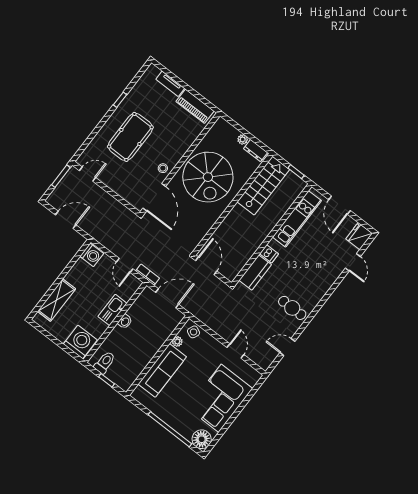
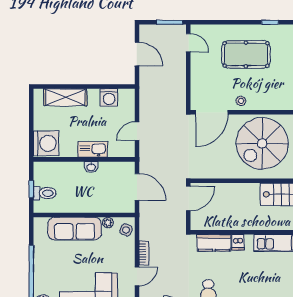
washing machine: (92, 255) -> (109, 98), moved
bookcase: (148, 275) -> (144, 253), moved
toilet: (105, 362) -> (45, 193), moved

